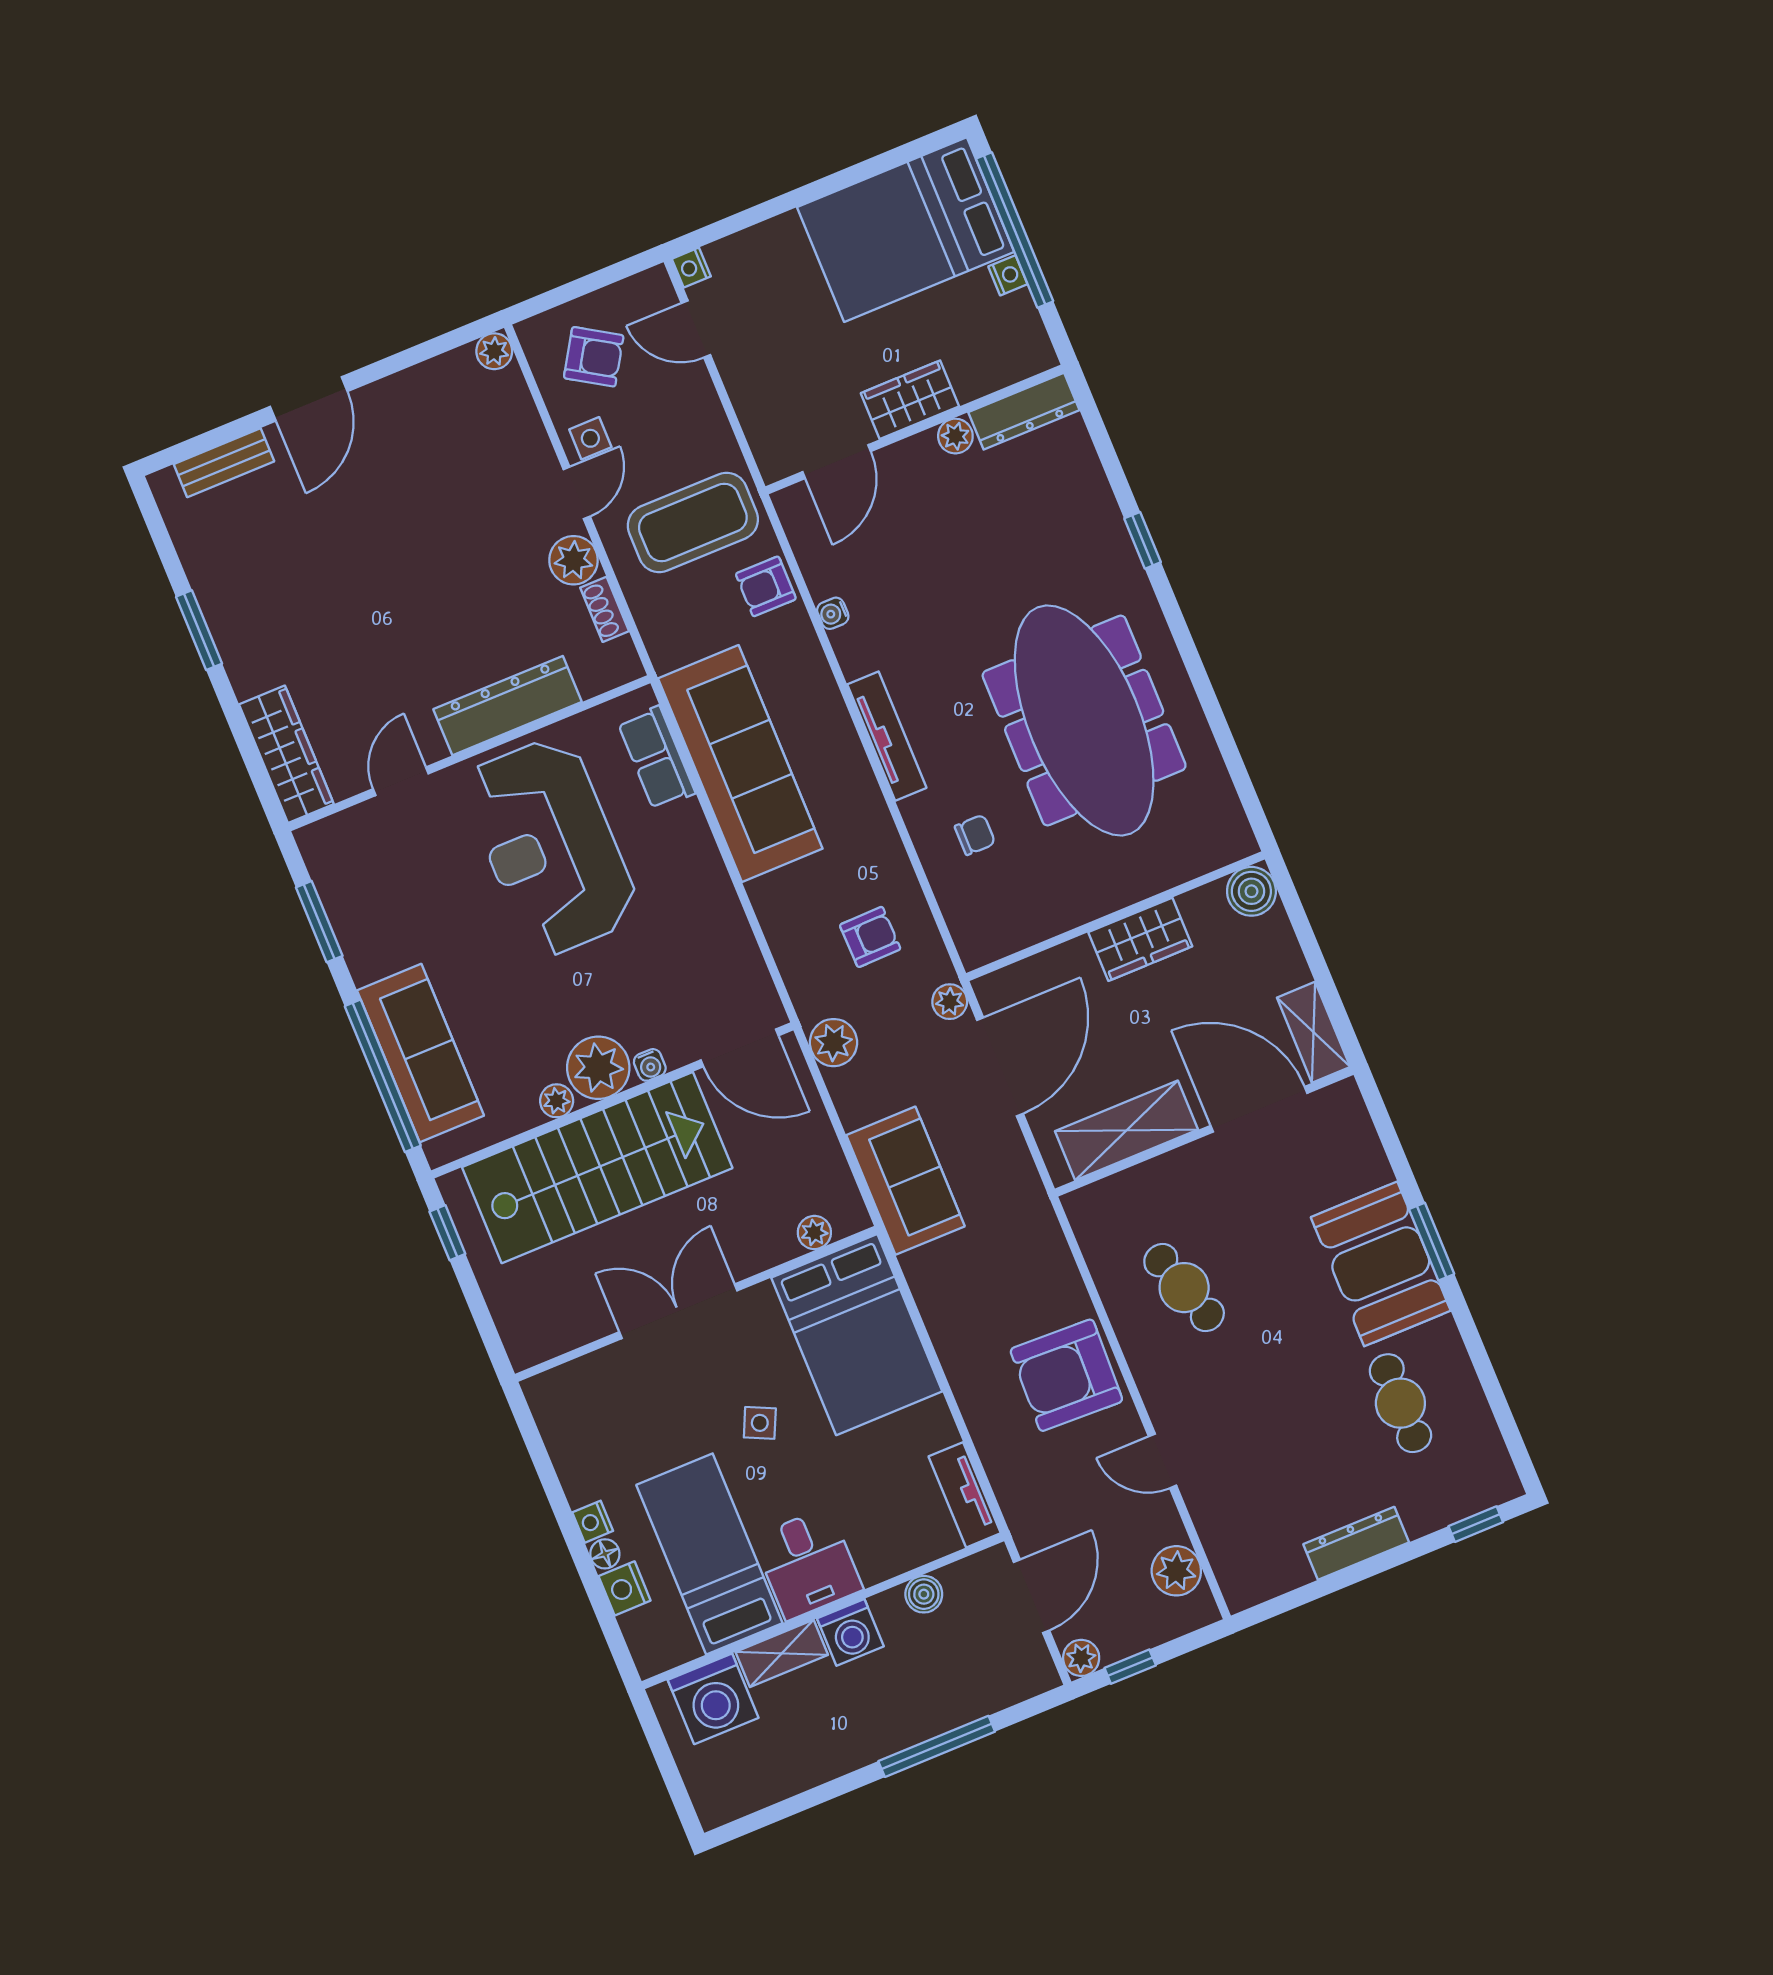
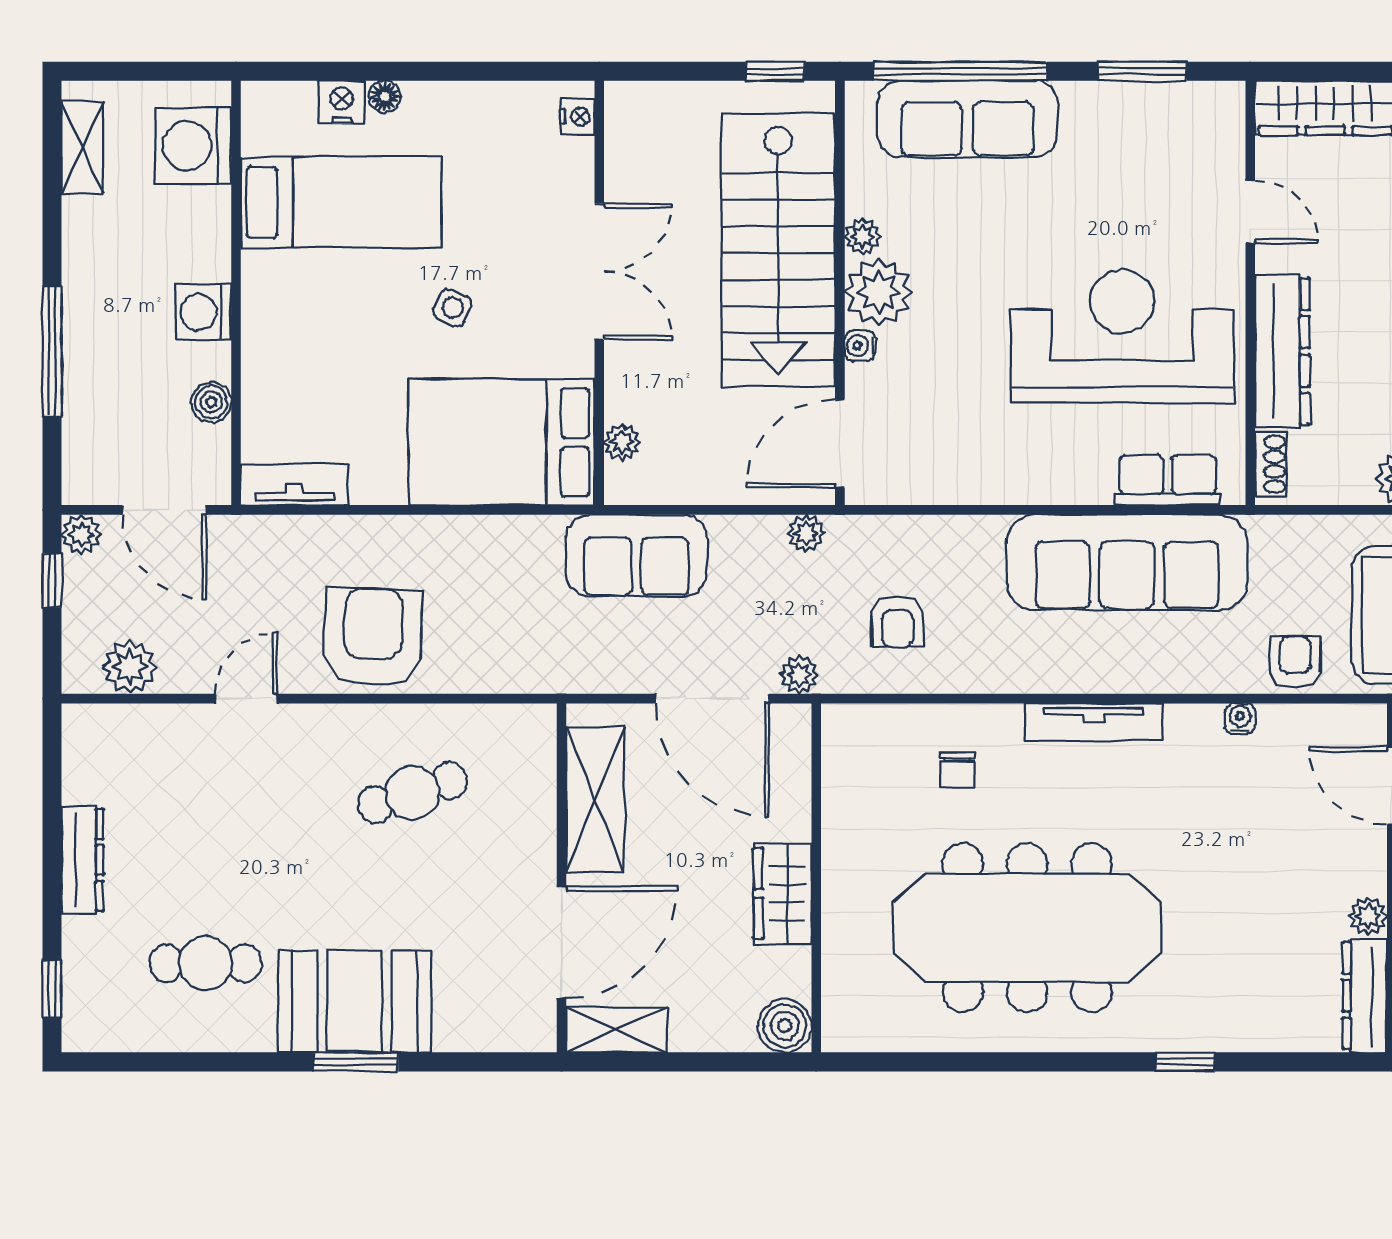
shoe rack: (605, 609) -> (1271, 464), moved, turned 90
plant: (833, 1043) -> (806, 533), width x0.73, depth x0.73
nightstand: (593, 1522) -> (578, 117), moved, turned 90
desk: (808, 1563) -> (291, 297), removed
shelving: (782, 1653) -> (82, 148), moved

